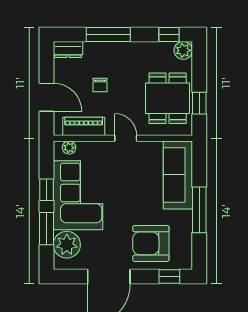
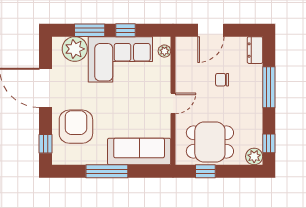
piano: (84, 126) -> (184, 65), removed

